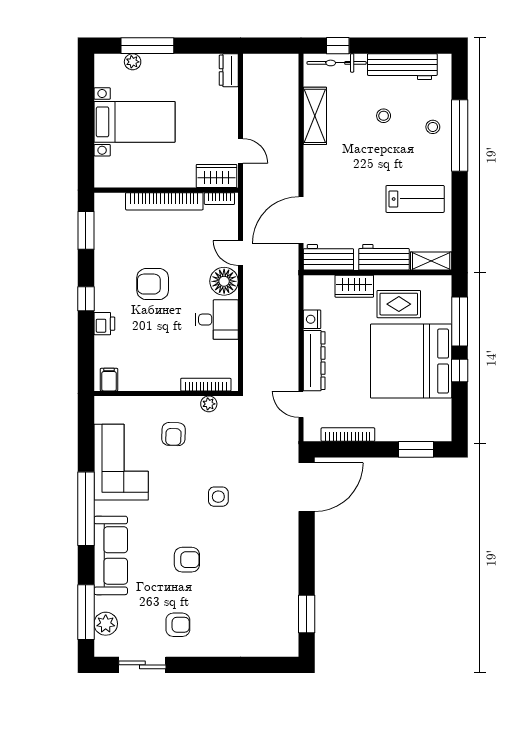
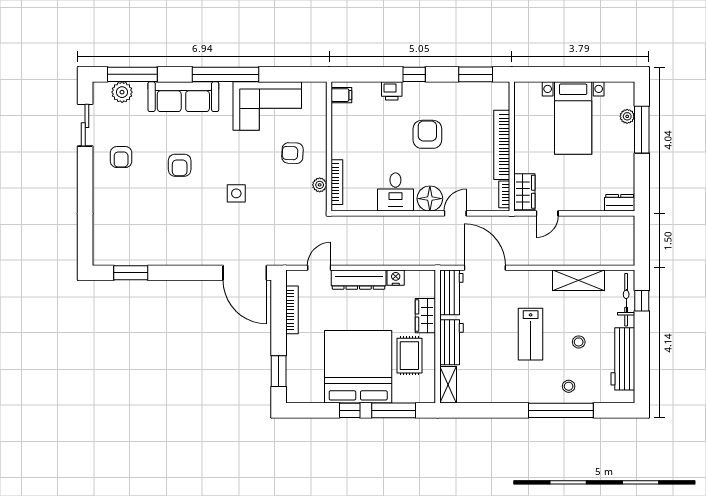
lab bench: (415, 199) -> (531, 334), moved

